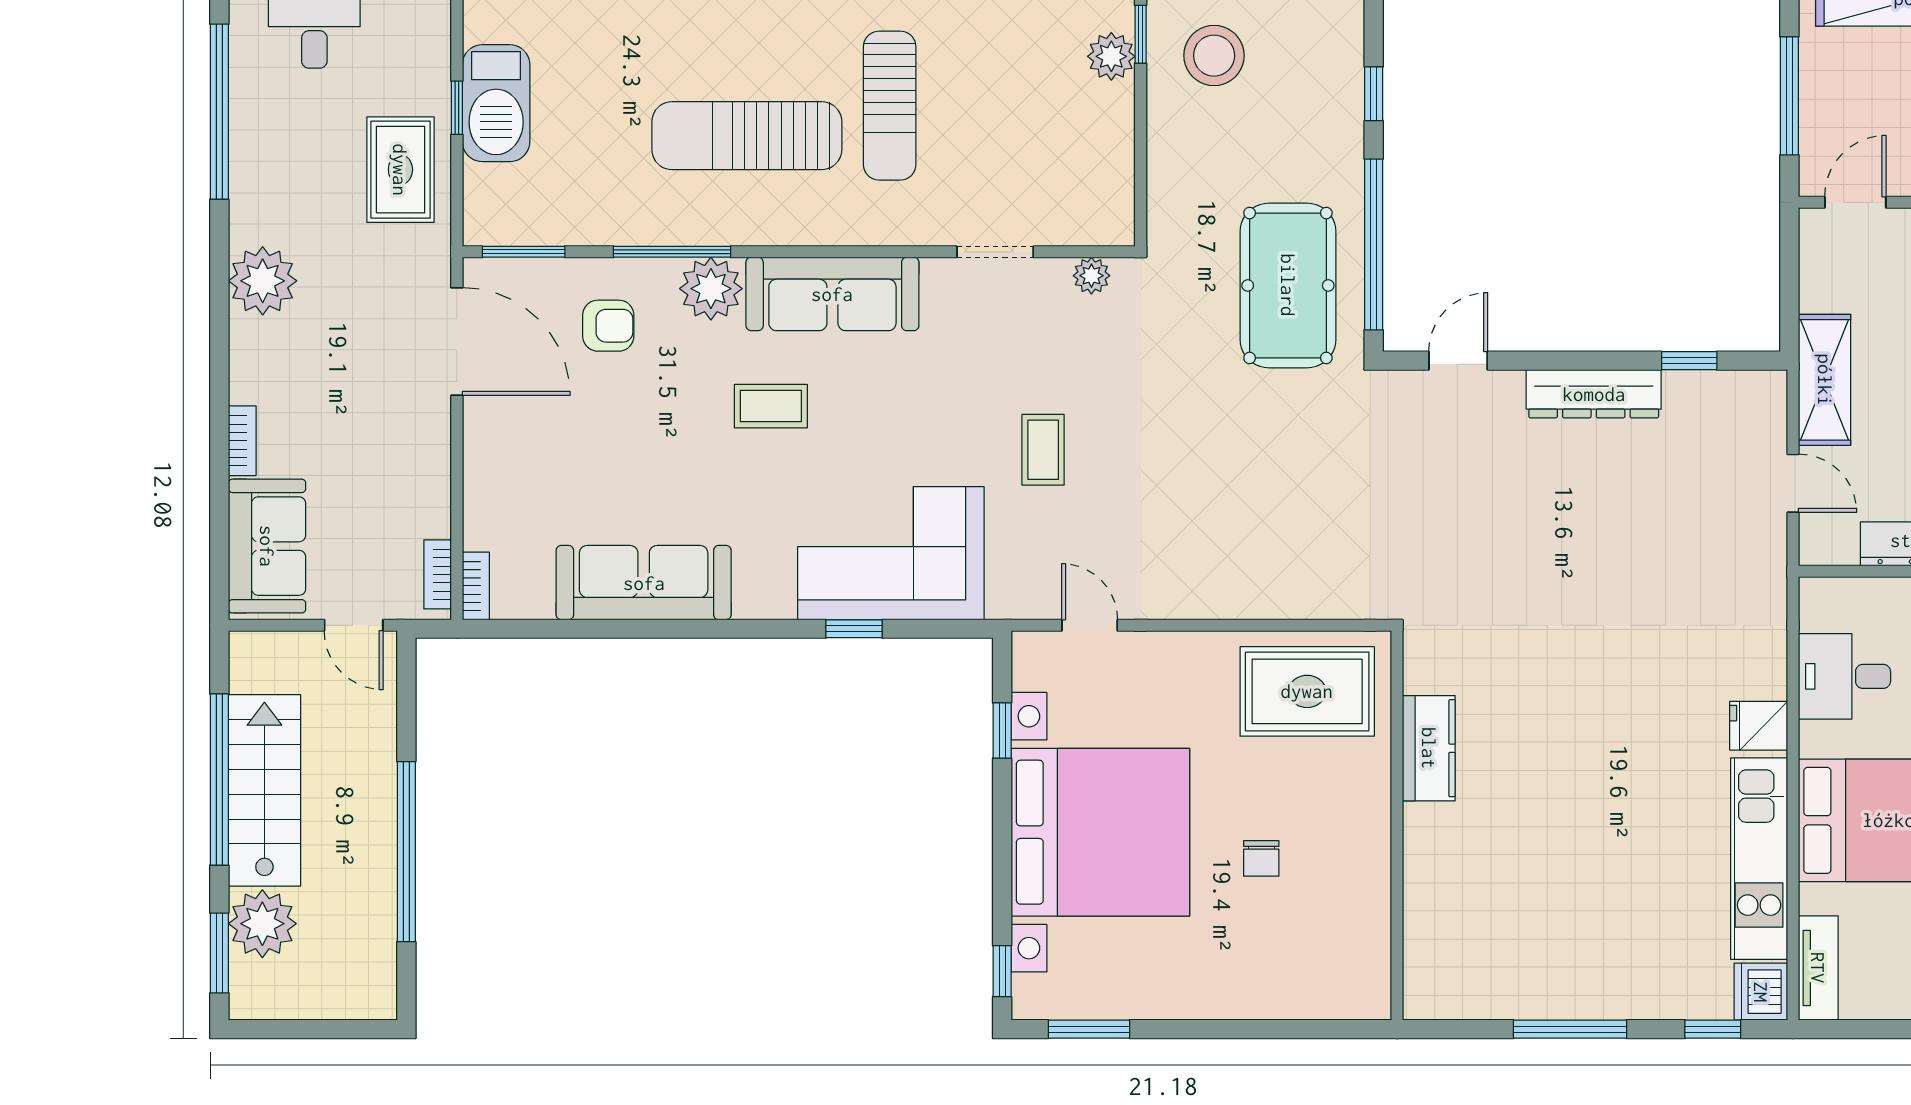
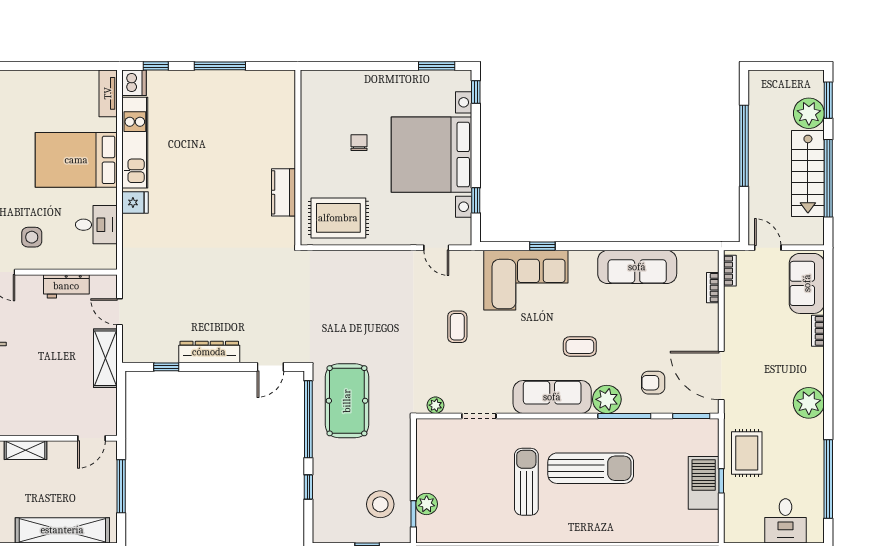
bookcase: (476, 586) -> (713, 288), moved

